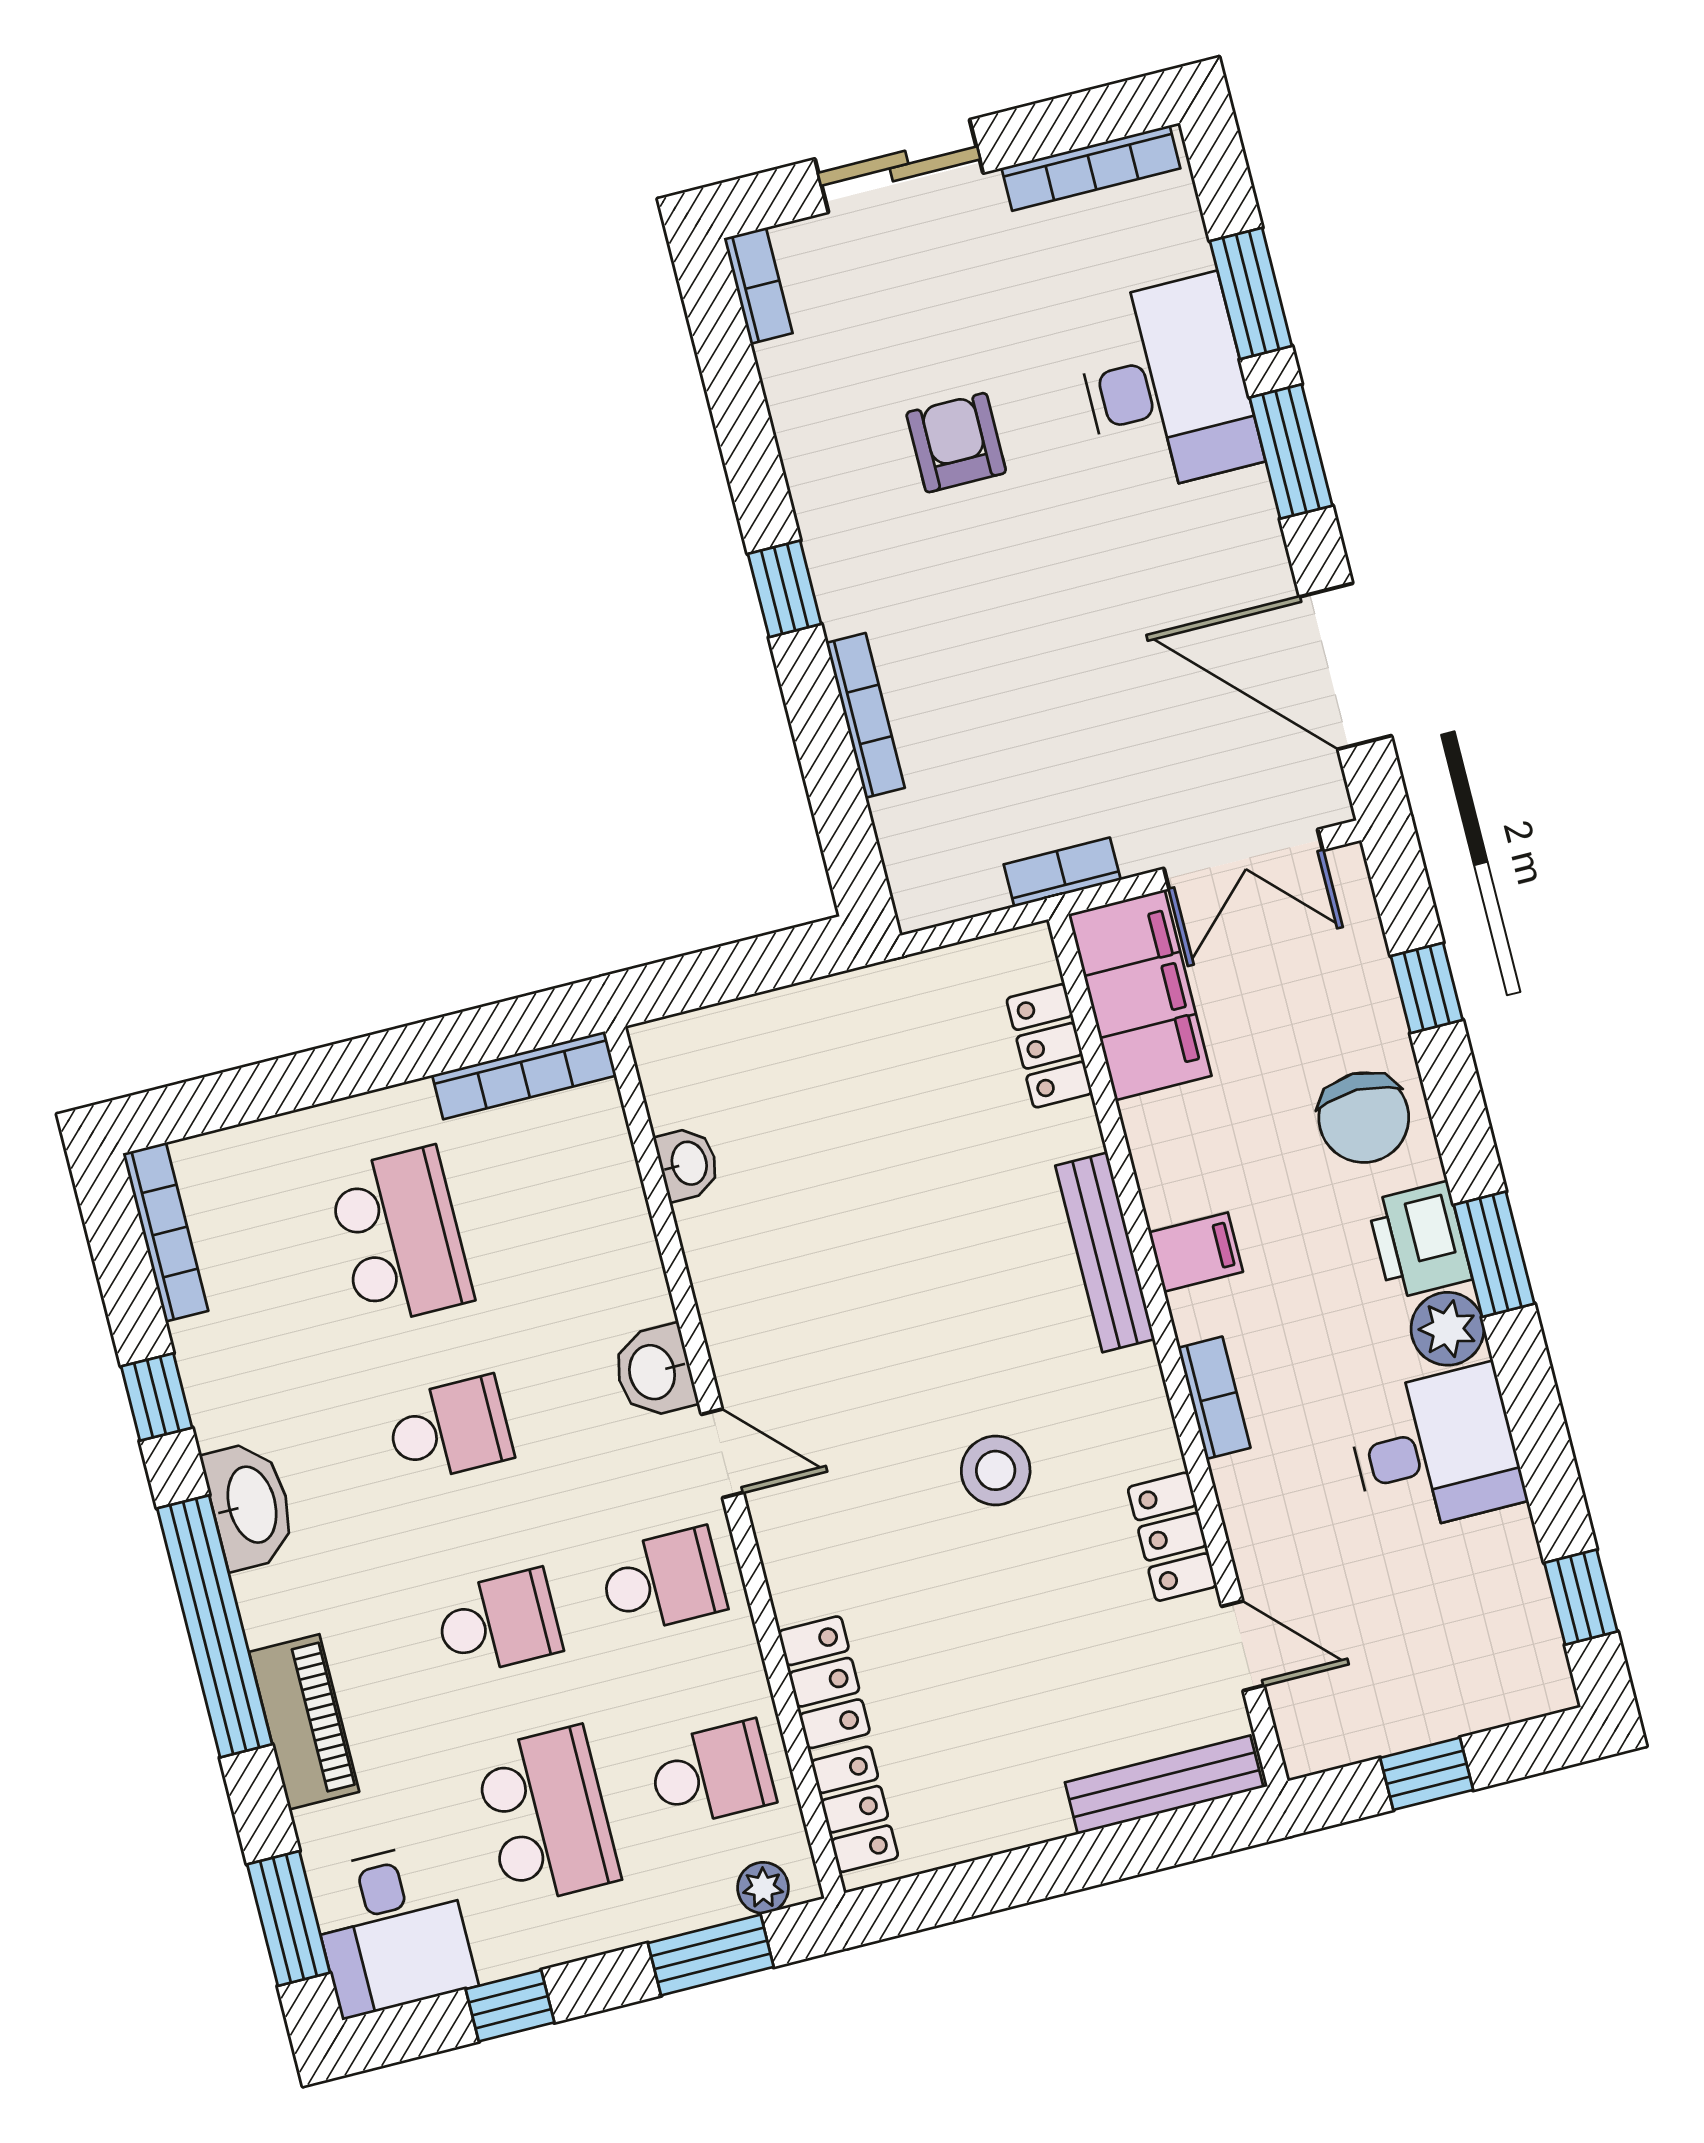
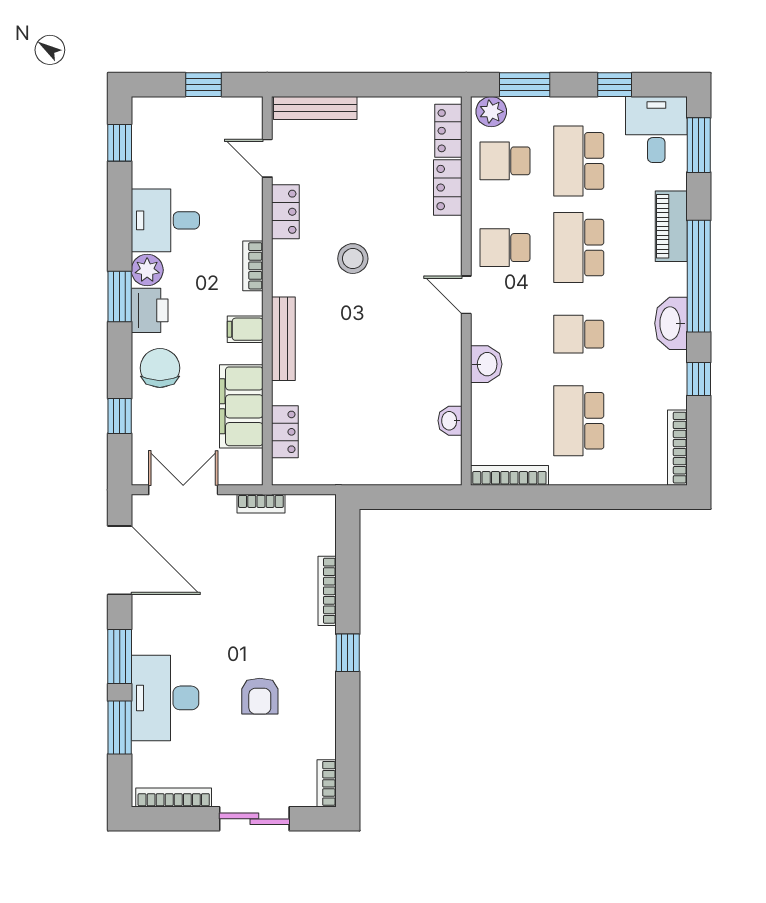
filing cabinet: (1140, 995) -> (241, 406), moved
washbasin: (654, 1372) -> (486, 364), moved
school desk: (498, 1622) -> (579, 248), width x1.85
plant: (763, 1888) -> (491, 112), width x1.38, depth x1.38

